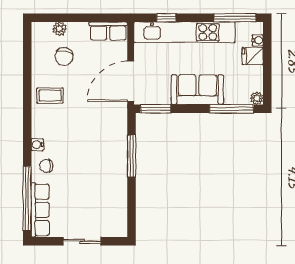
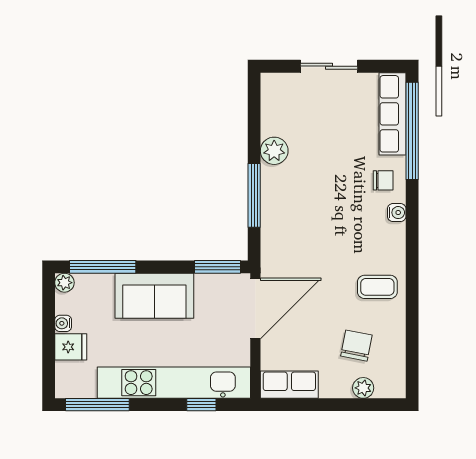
water cooler: (258, 40) -> (63, 323), moved
plant: (118, 185) -> (274, 151), added

